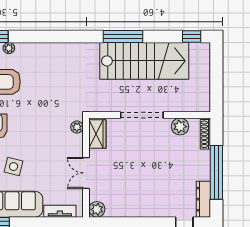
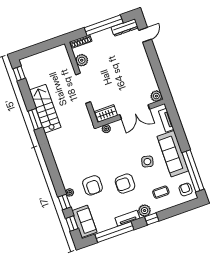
window: (123, 36) -> (35, 119), width x0.69
stairs: (144, 61) -> (45, 109), width x0.73, depth x0.66
double door: (86, 173) -> (135, 112), width x1.37

